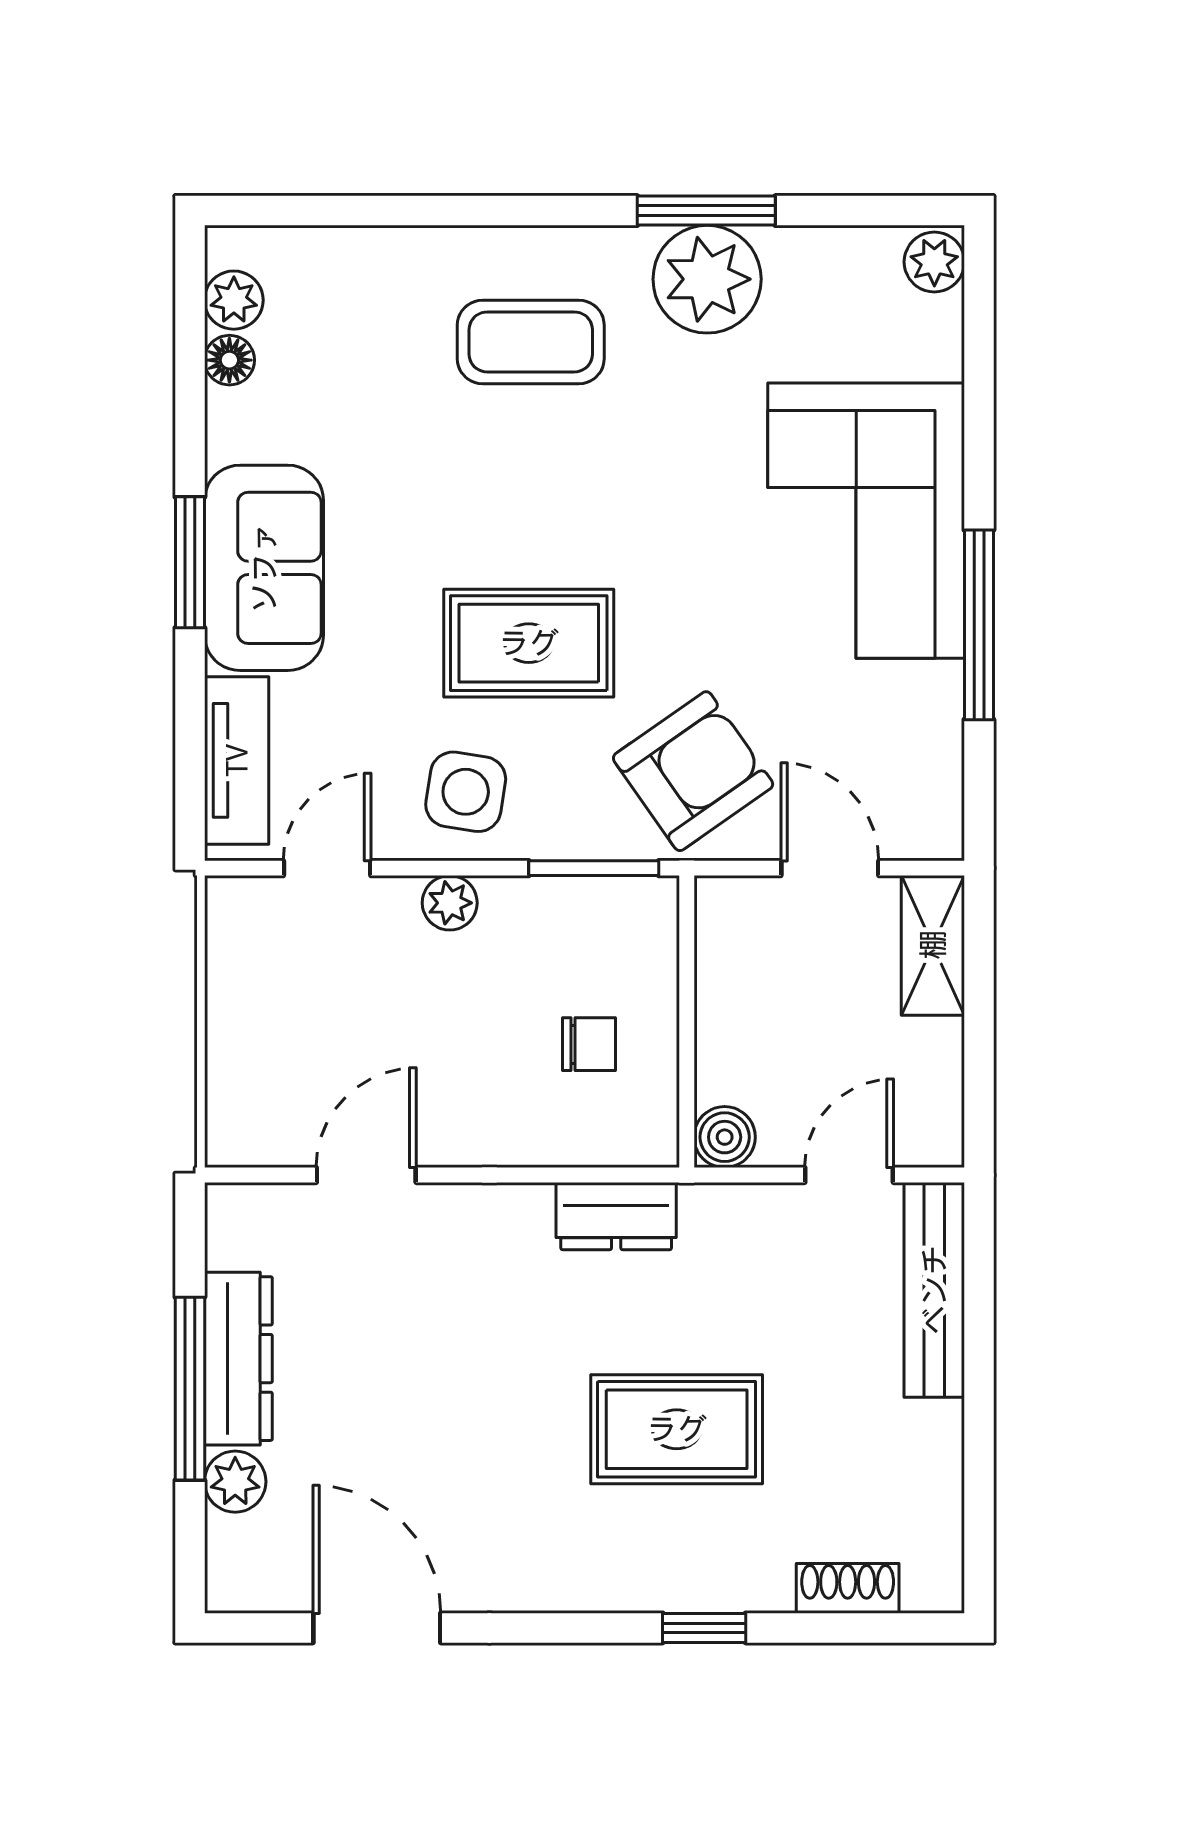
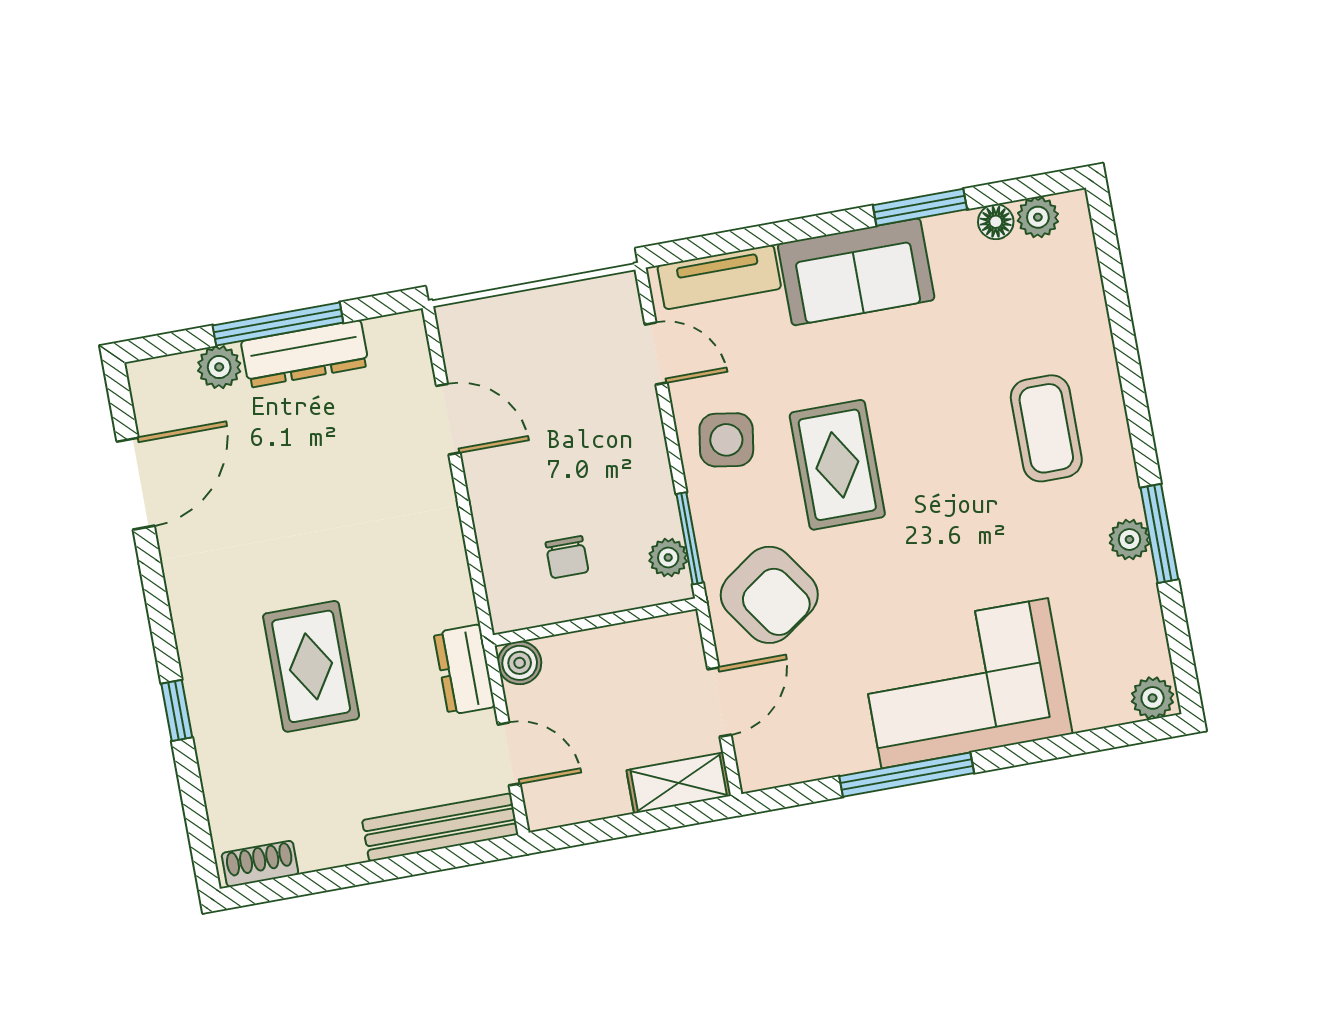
plant: (707, 279) -> (1129, 539), width x0.53, depth x0.53
window: (190, 562) -> (920, 207), moved
plant: (450, 903) -> (668, 558), moved
dresser: (616, 1216) -> (464, 670), moved
shoe rack: (848, 1588) -> (260, 864), moved, turned -90

